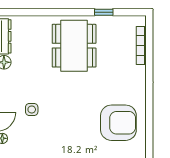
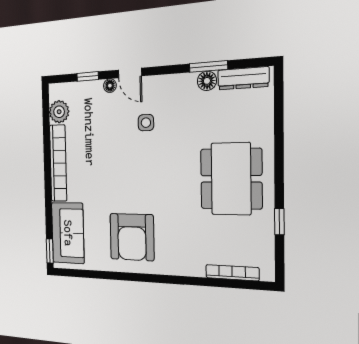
dining table: (74, 46) -> (231, 179), turned 90

